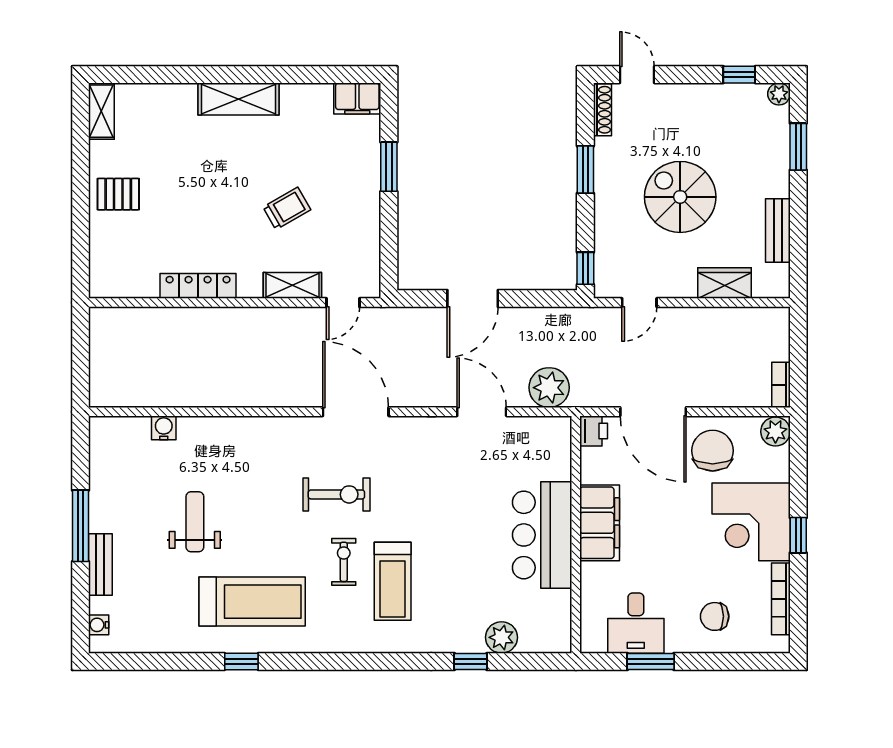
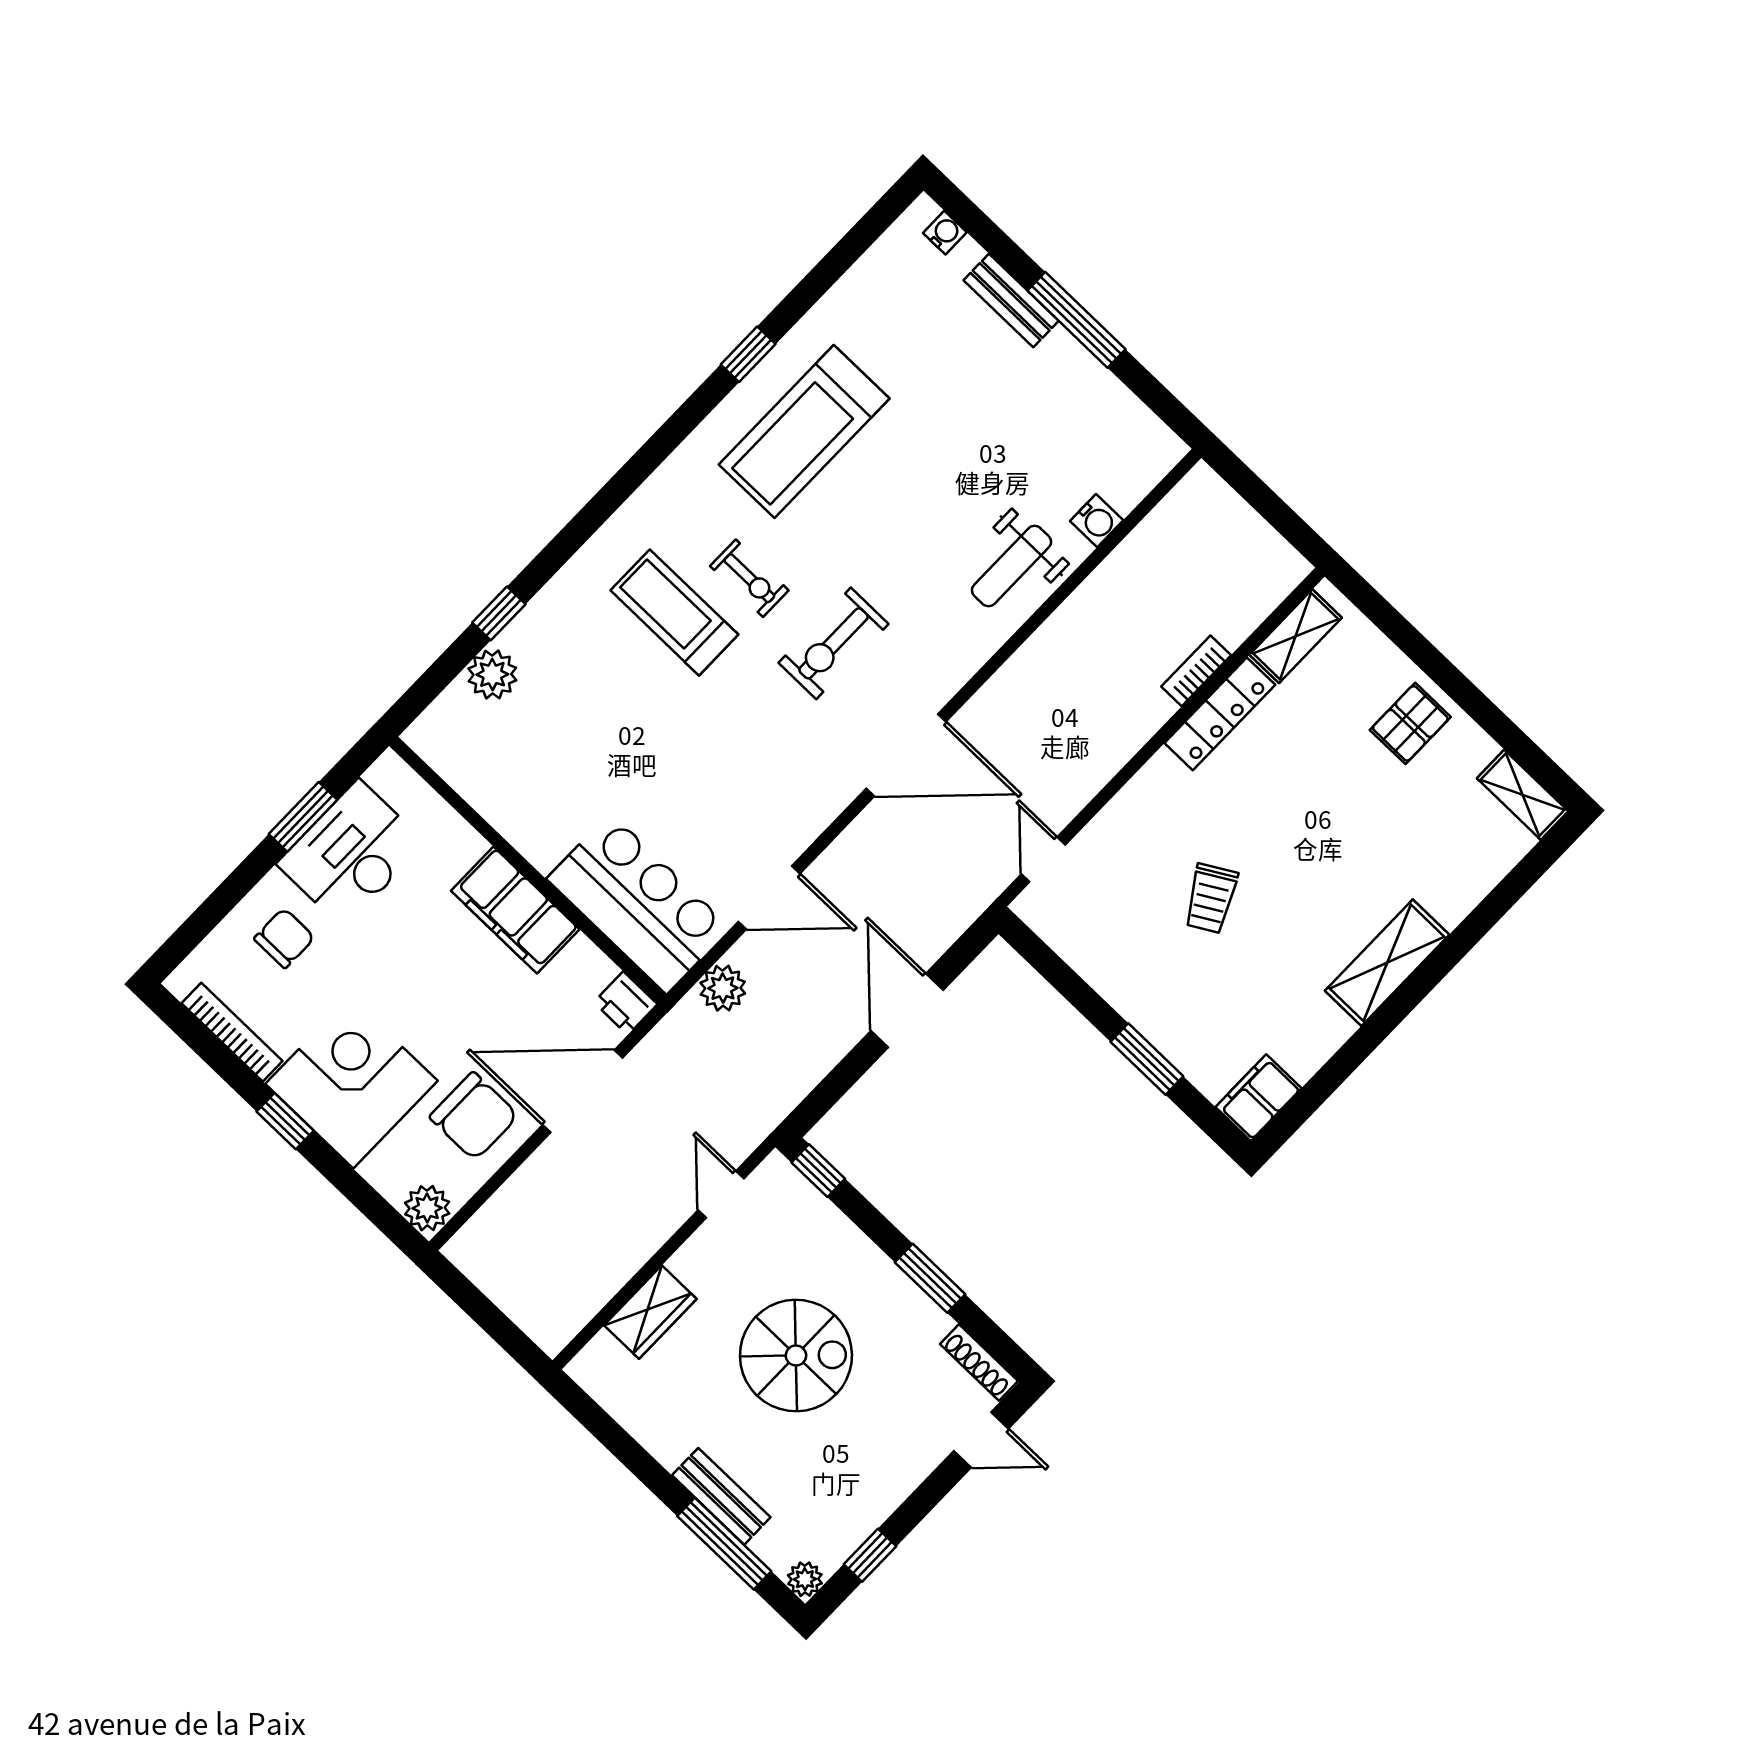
window: (798, 147) -> (724, 1544), width x1.44
bench: (778, 230) -> (721, 1496), moved
shelving: (292, 285) -> (1296, 636), moved
bookcase: (781, 385) -> (1196, 671), moved, turned -90
plant: (549, 388) -> (723, 988), width x0.73, depth x0.73
weight bench: (195, 522) -> (1012, 566), moved, turned 90
bar counter: (542, 535) -> (638, 903), moved
desk: (636, 623) -> (351, 854), width x1.37

